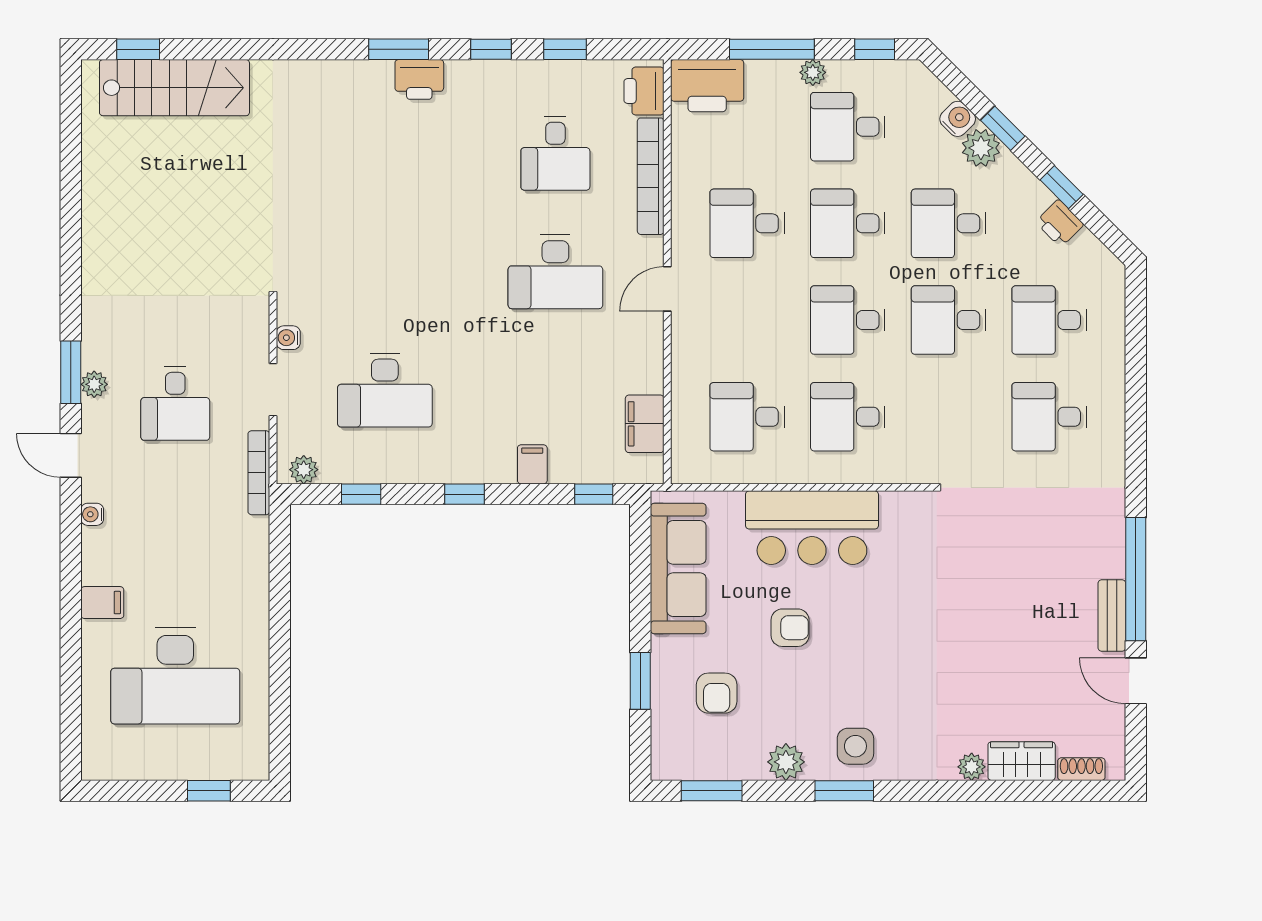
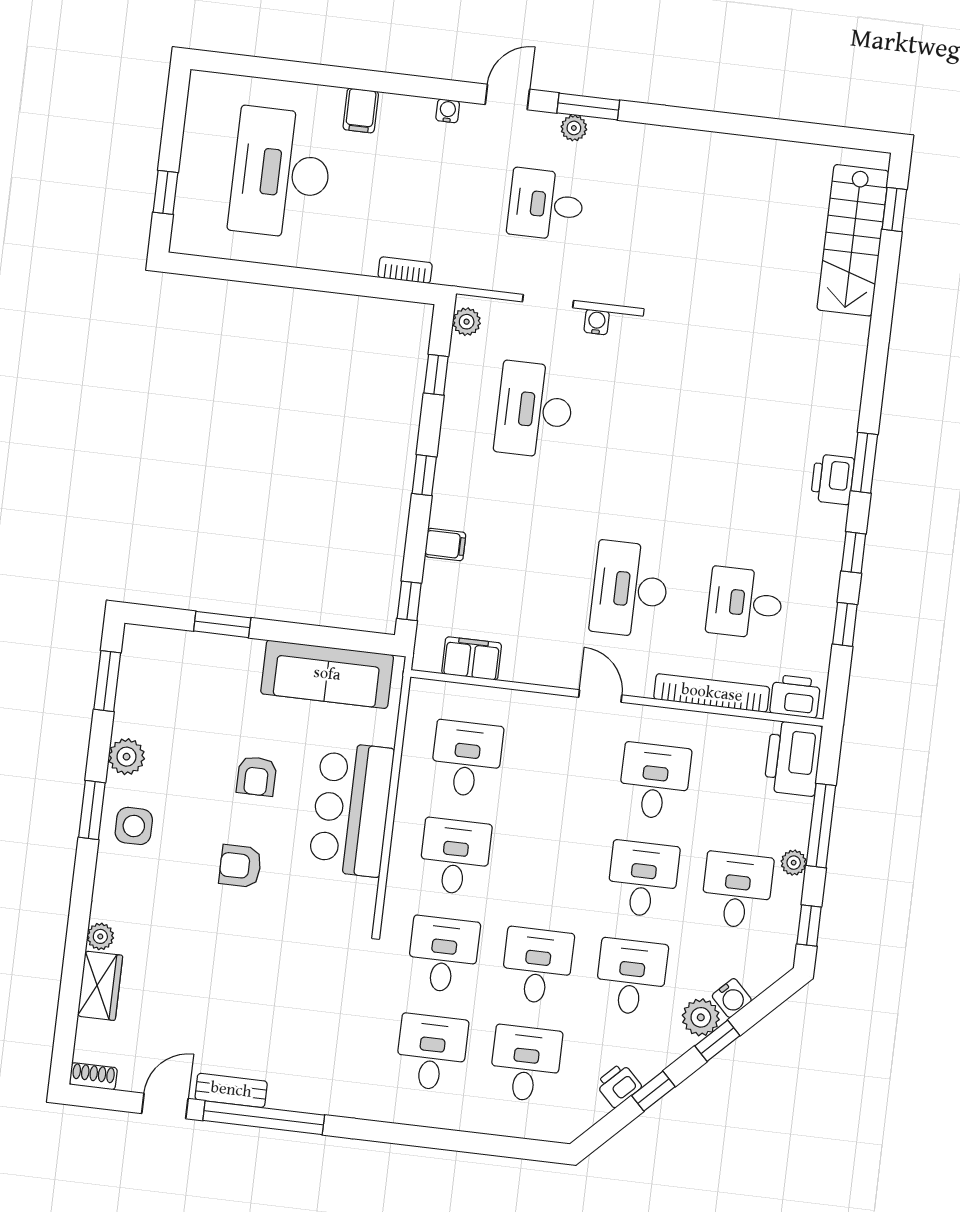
desk: (848, 320) -> (443, 955), moved
bookcase: (259, 473) -> (405, 270), moved, width x0.64
armchair: (717, 693) -> (240, 866), moved
shoe rack: (1081, 769) -> (93, 1076), moved, turned -90

